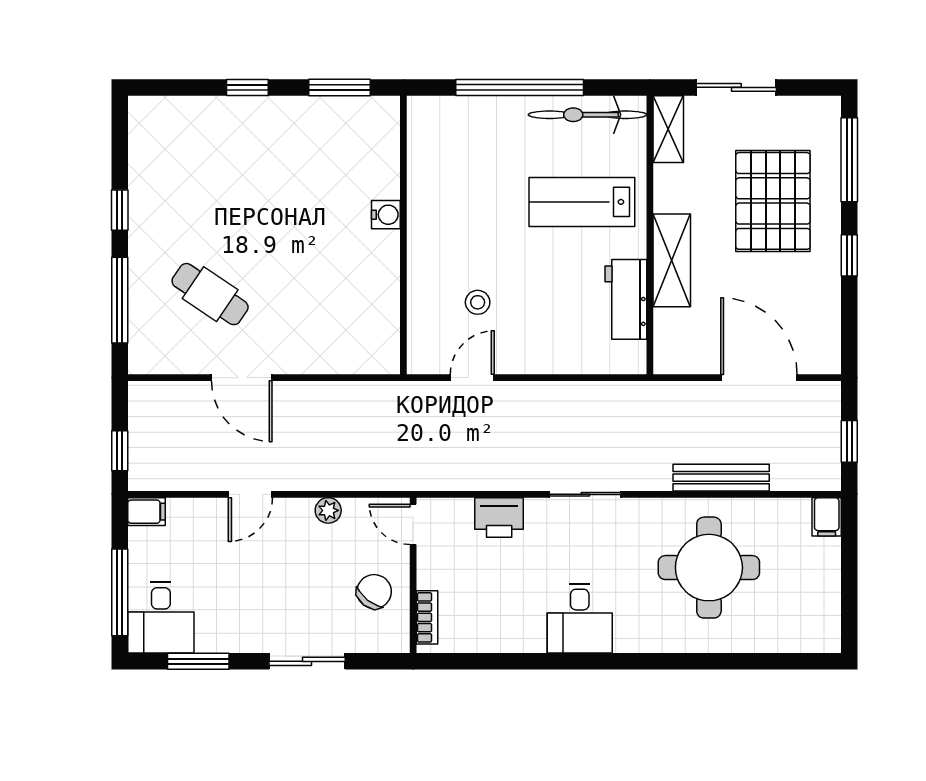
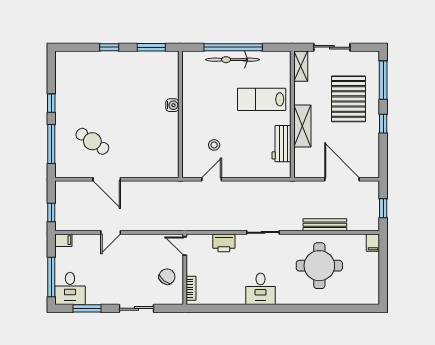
bicycle: (587, 115) -> (232, 60), moved
plant: (328, 510) -> (146, 240), removed

